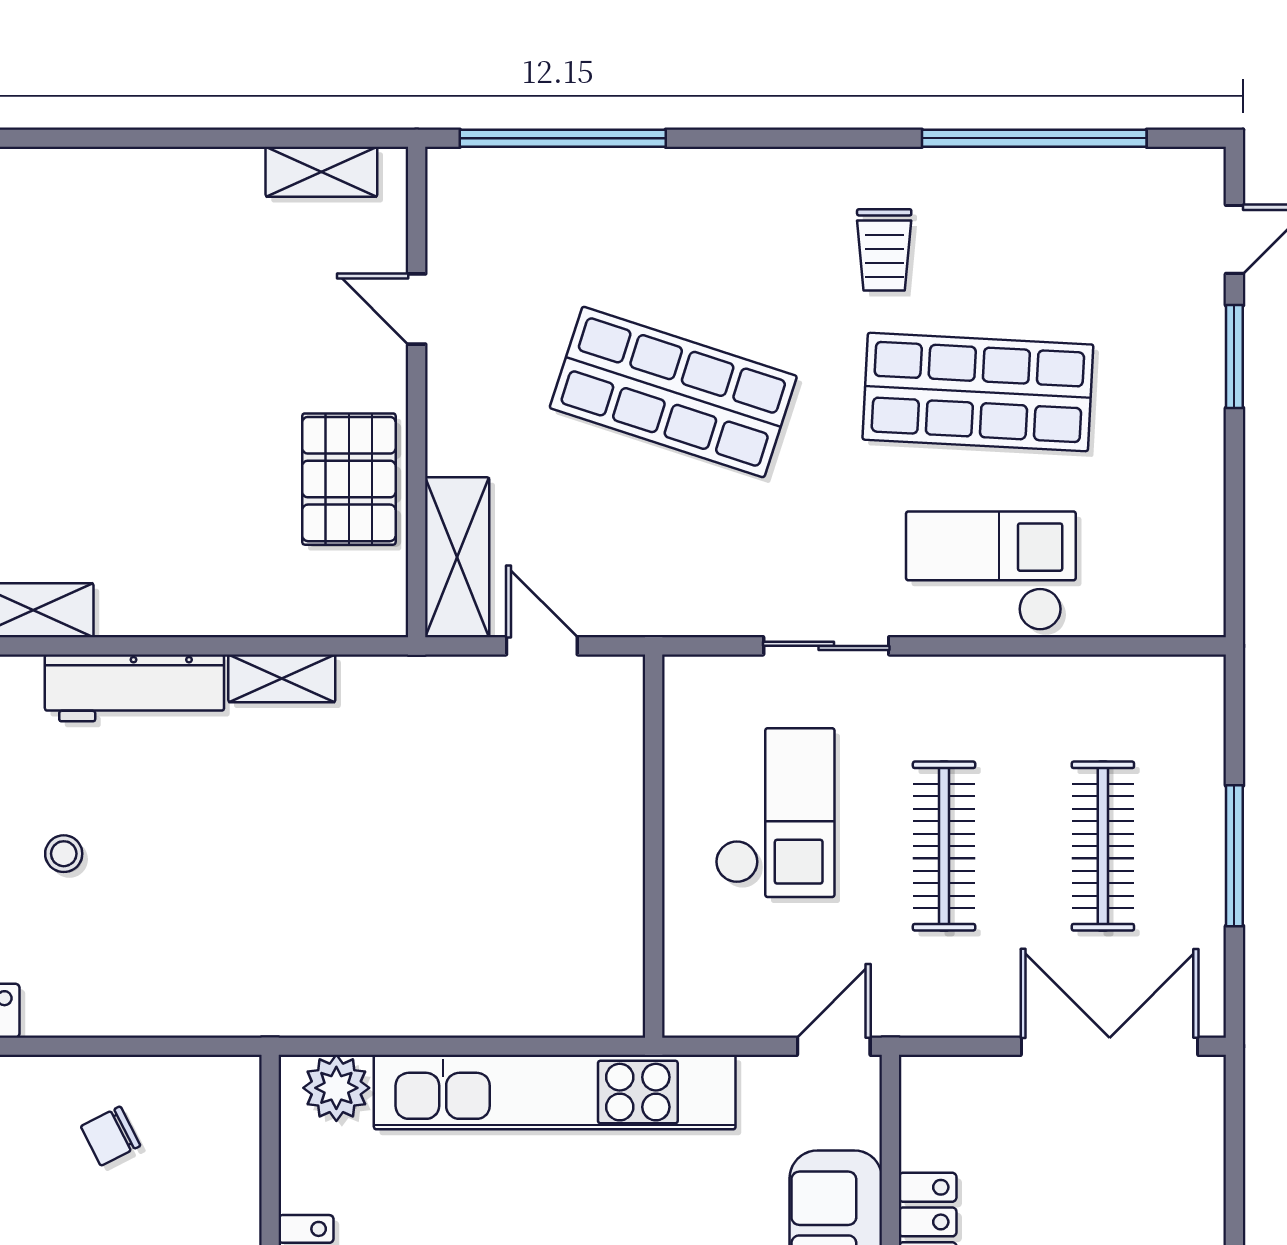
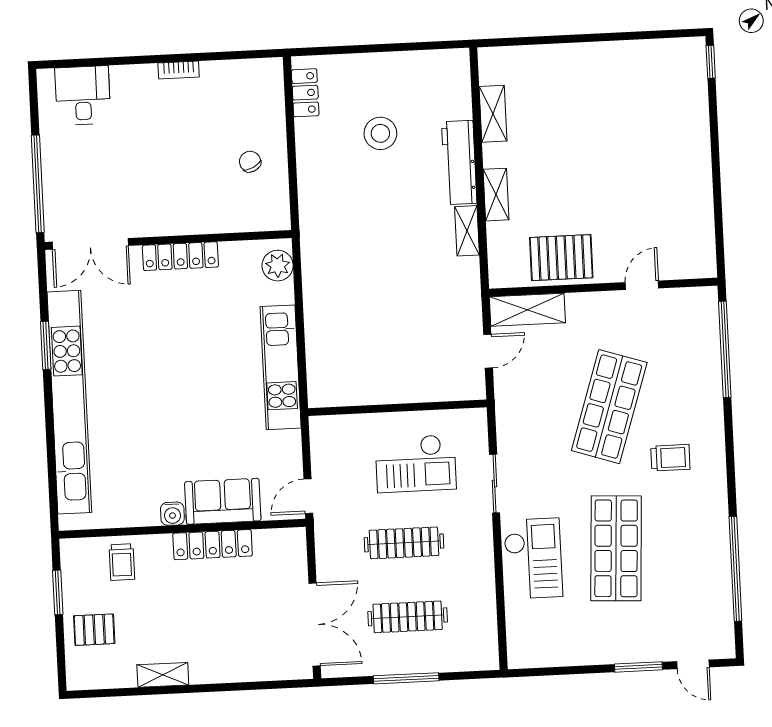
shelving: (321, 172) -> (496, 195), moved
trolley: (884, 250) -> (670, 458), moved, turned 180
stool: (64, 854) -> (380, 133), width x1.89, depth x1.89
door: (834, 1046) -> (308, 496), swing flipped
kitchen unit: (555, 1092) -> (281, 367), width x0.73

